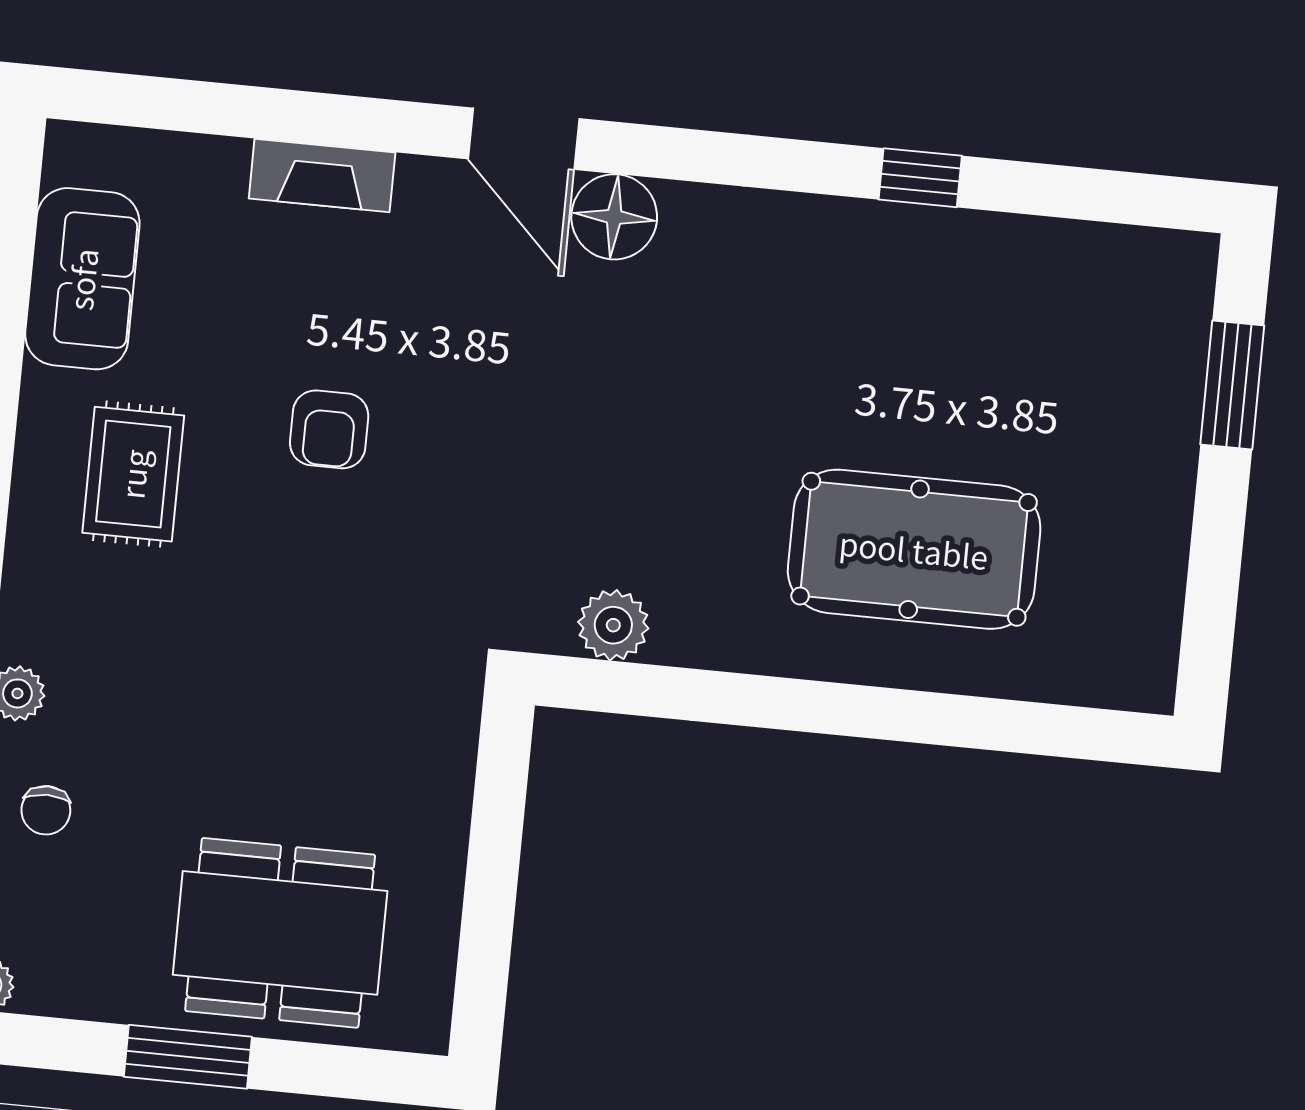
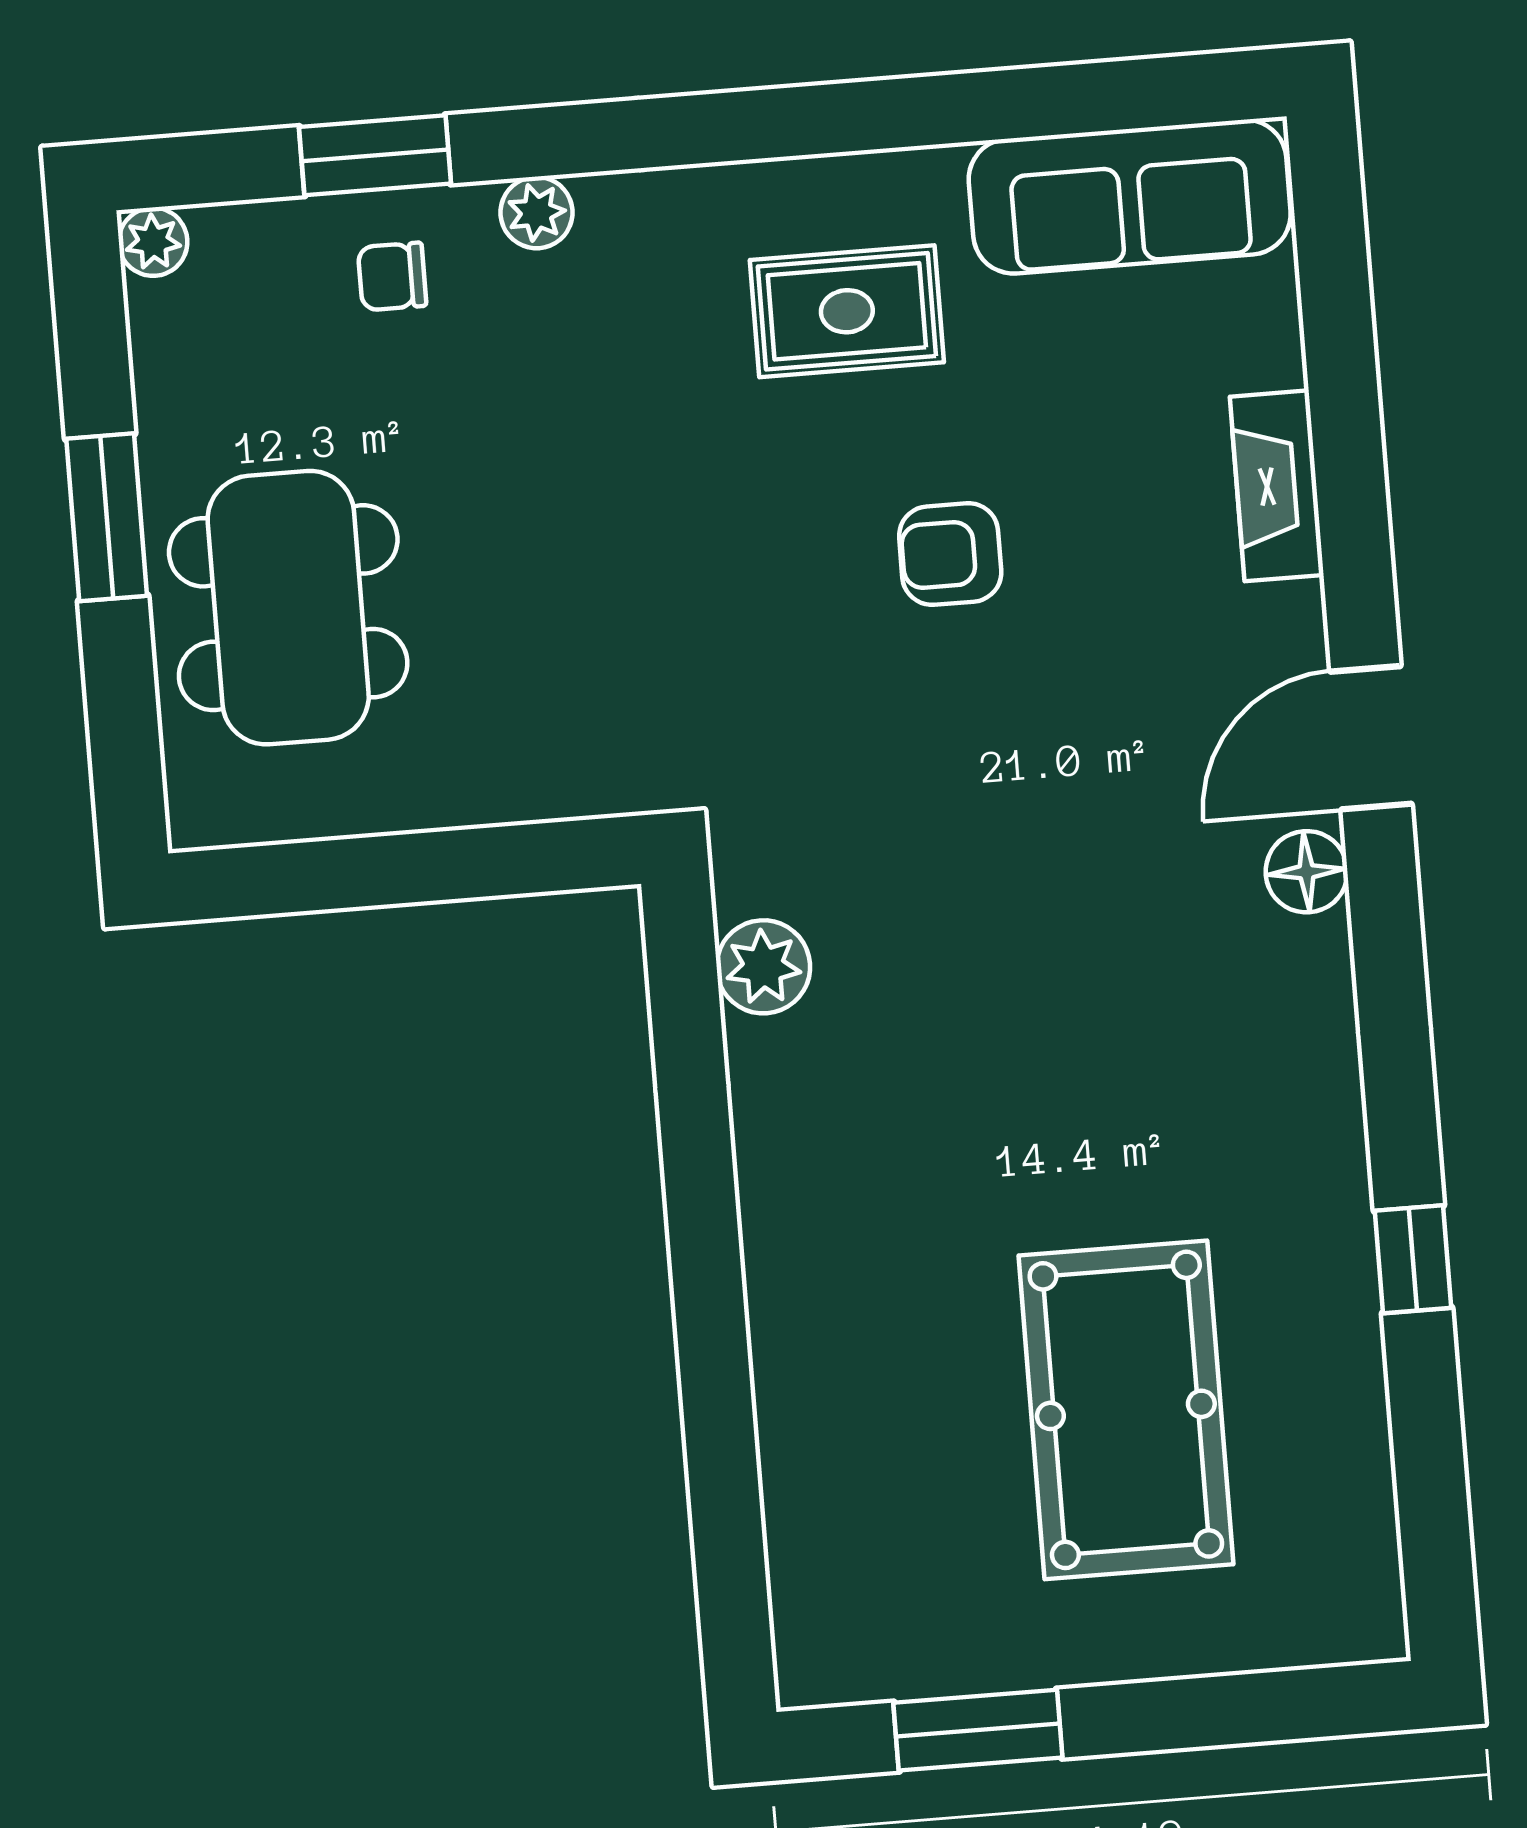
floor lamp: (614, 217) -> (1307, 872), width x0.73, depth x0.73
sofa: (82, 279) -> (1130, 197), width x1.36
window: (1232, 385) -> (978, 1730), moved
pool table: (914, 549) -> (1126, 1410), moved

